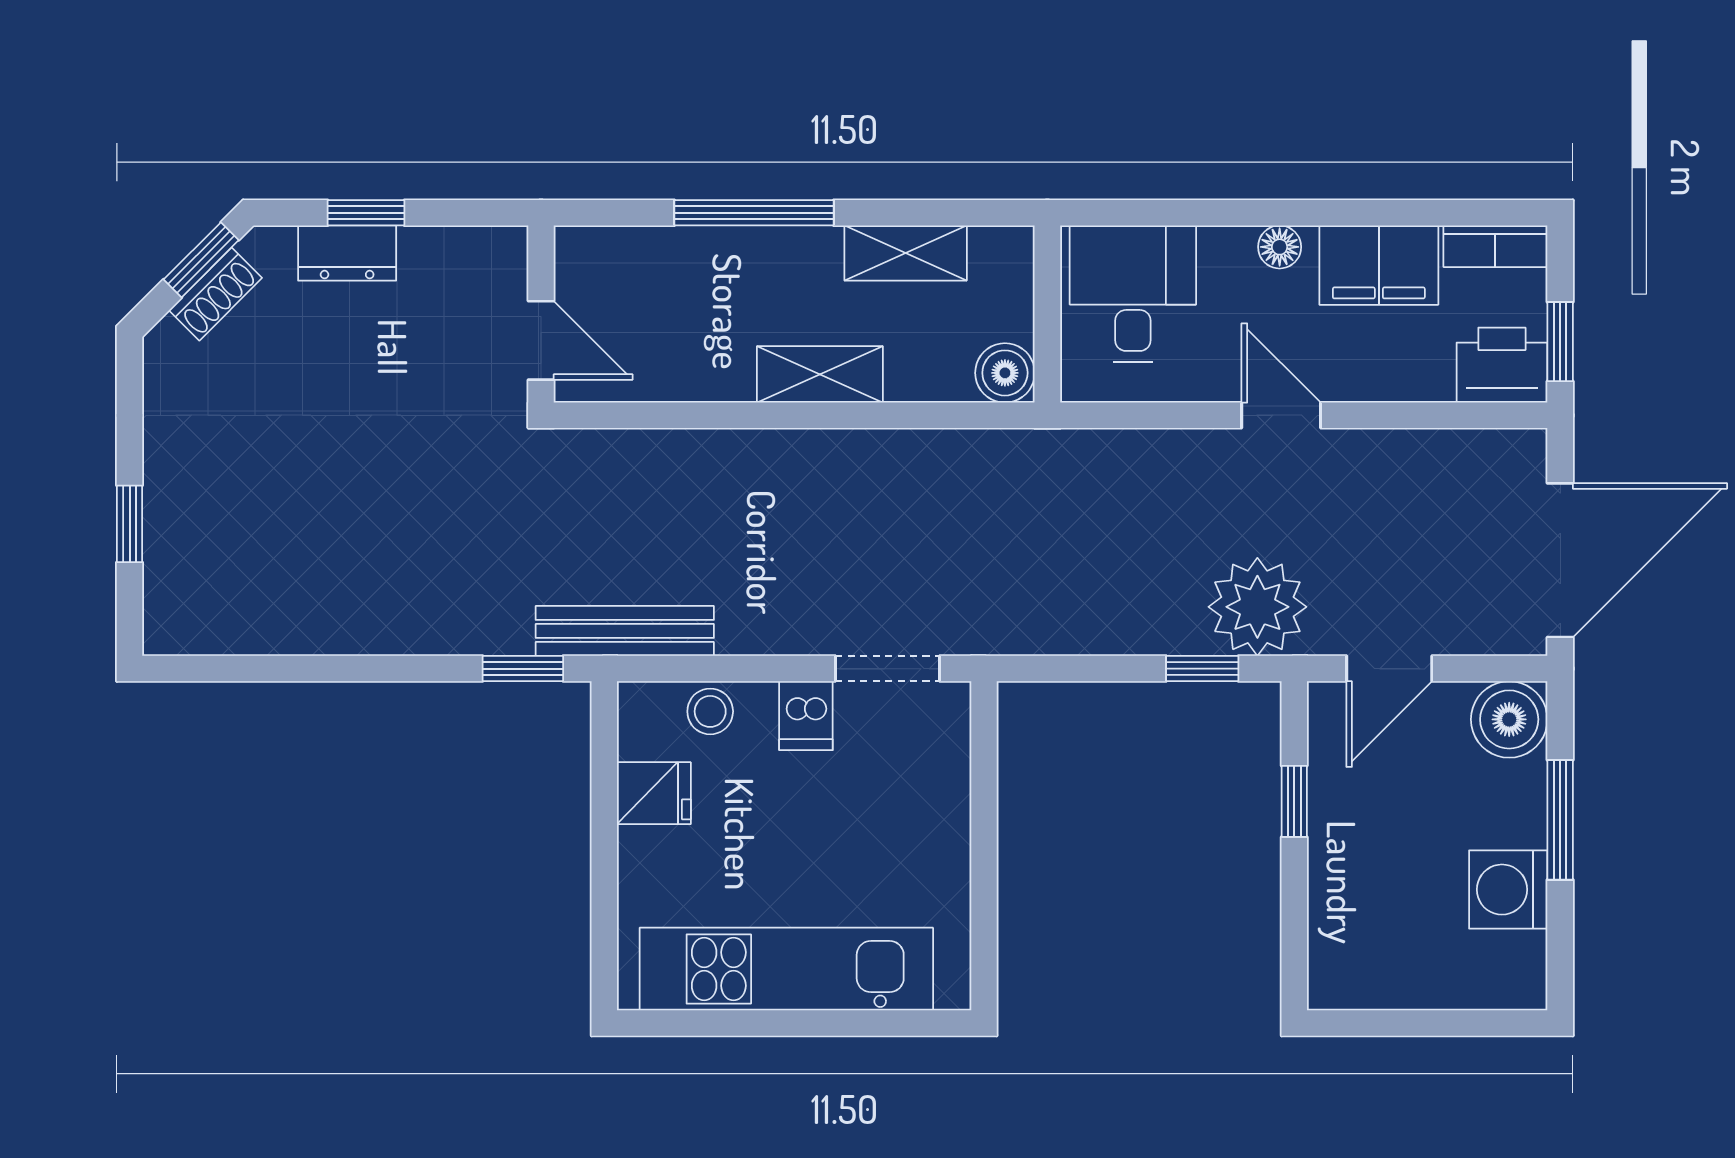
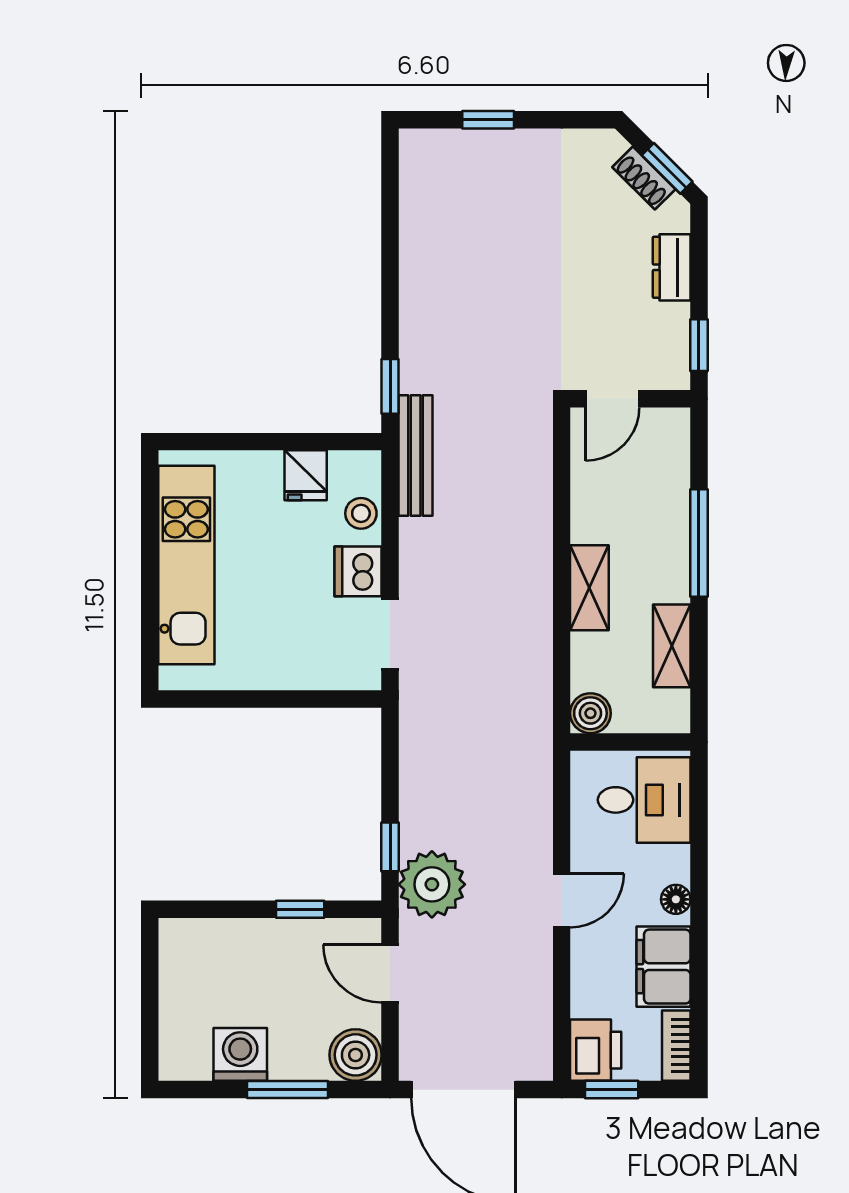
window: (366, 213) -> (699, 345), moved
dishwasher: (806, 716) -> (358, 571), width x1.38

